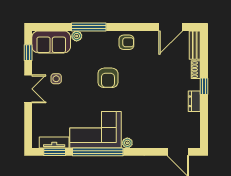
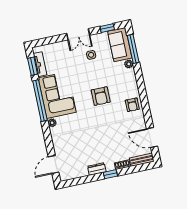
window: (89, 27) -> (133, 49), moved
armchair: (108, 78) -> (101, 96), turned -90

